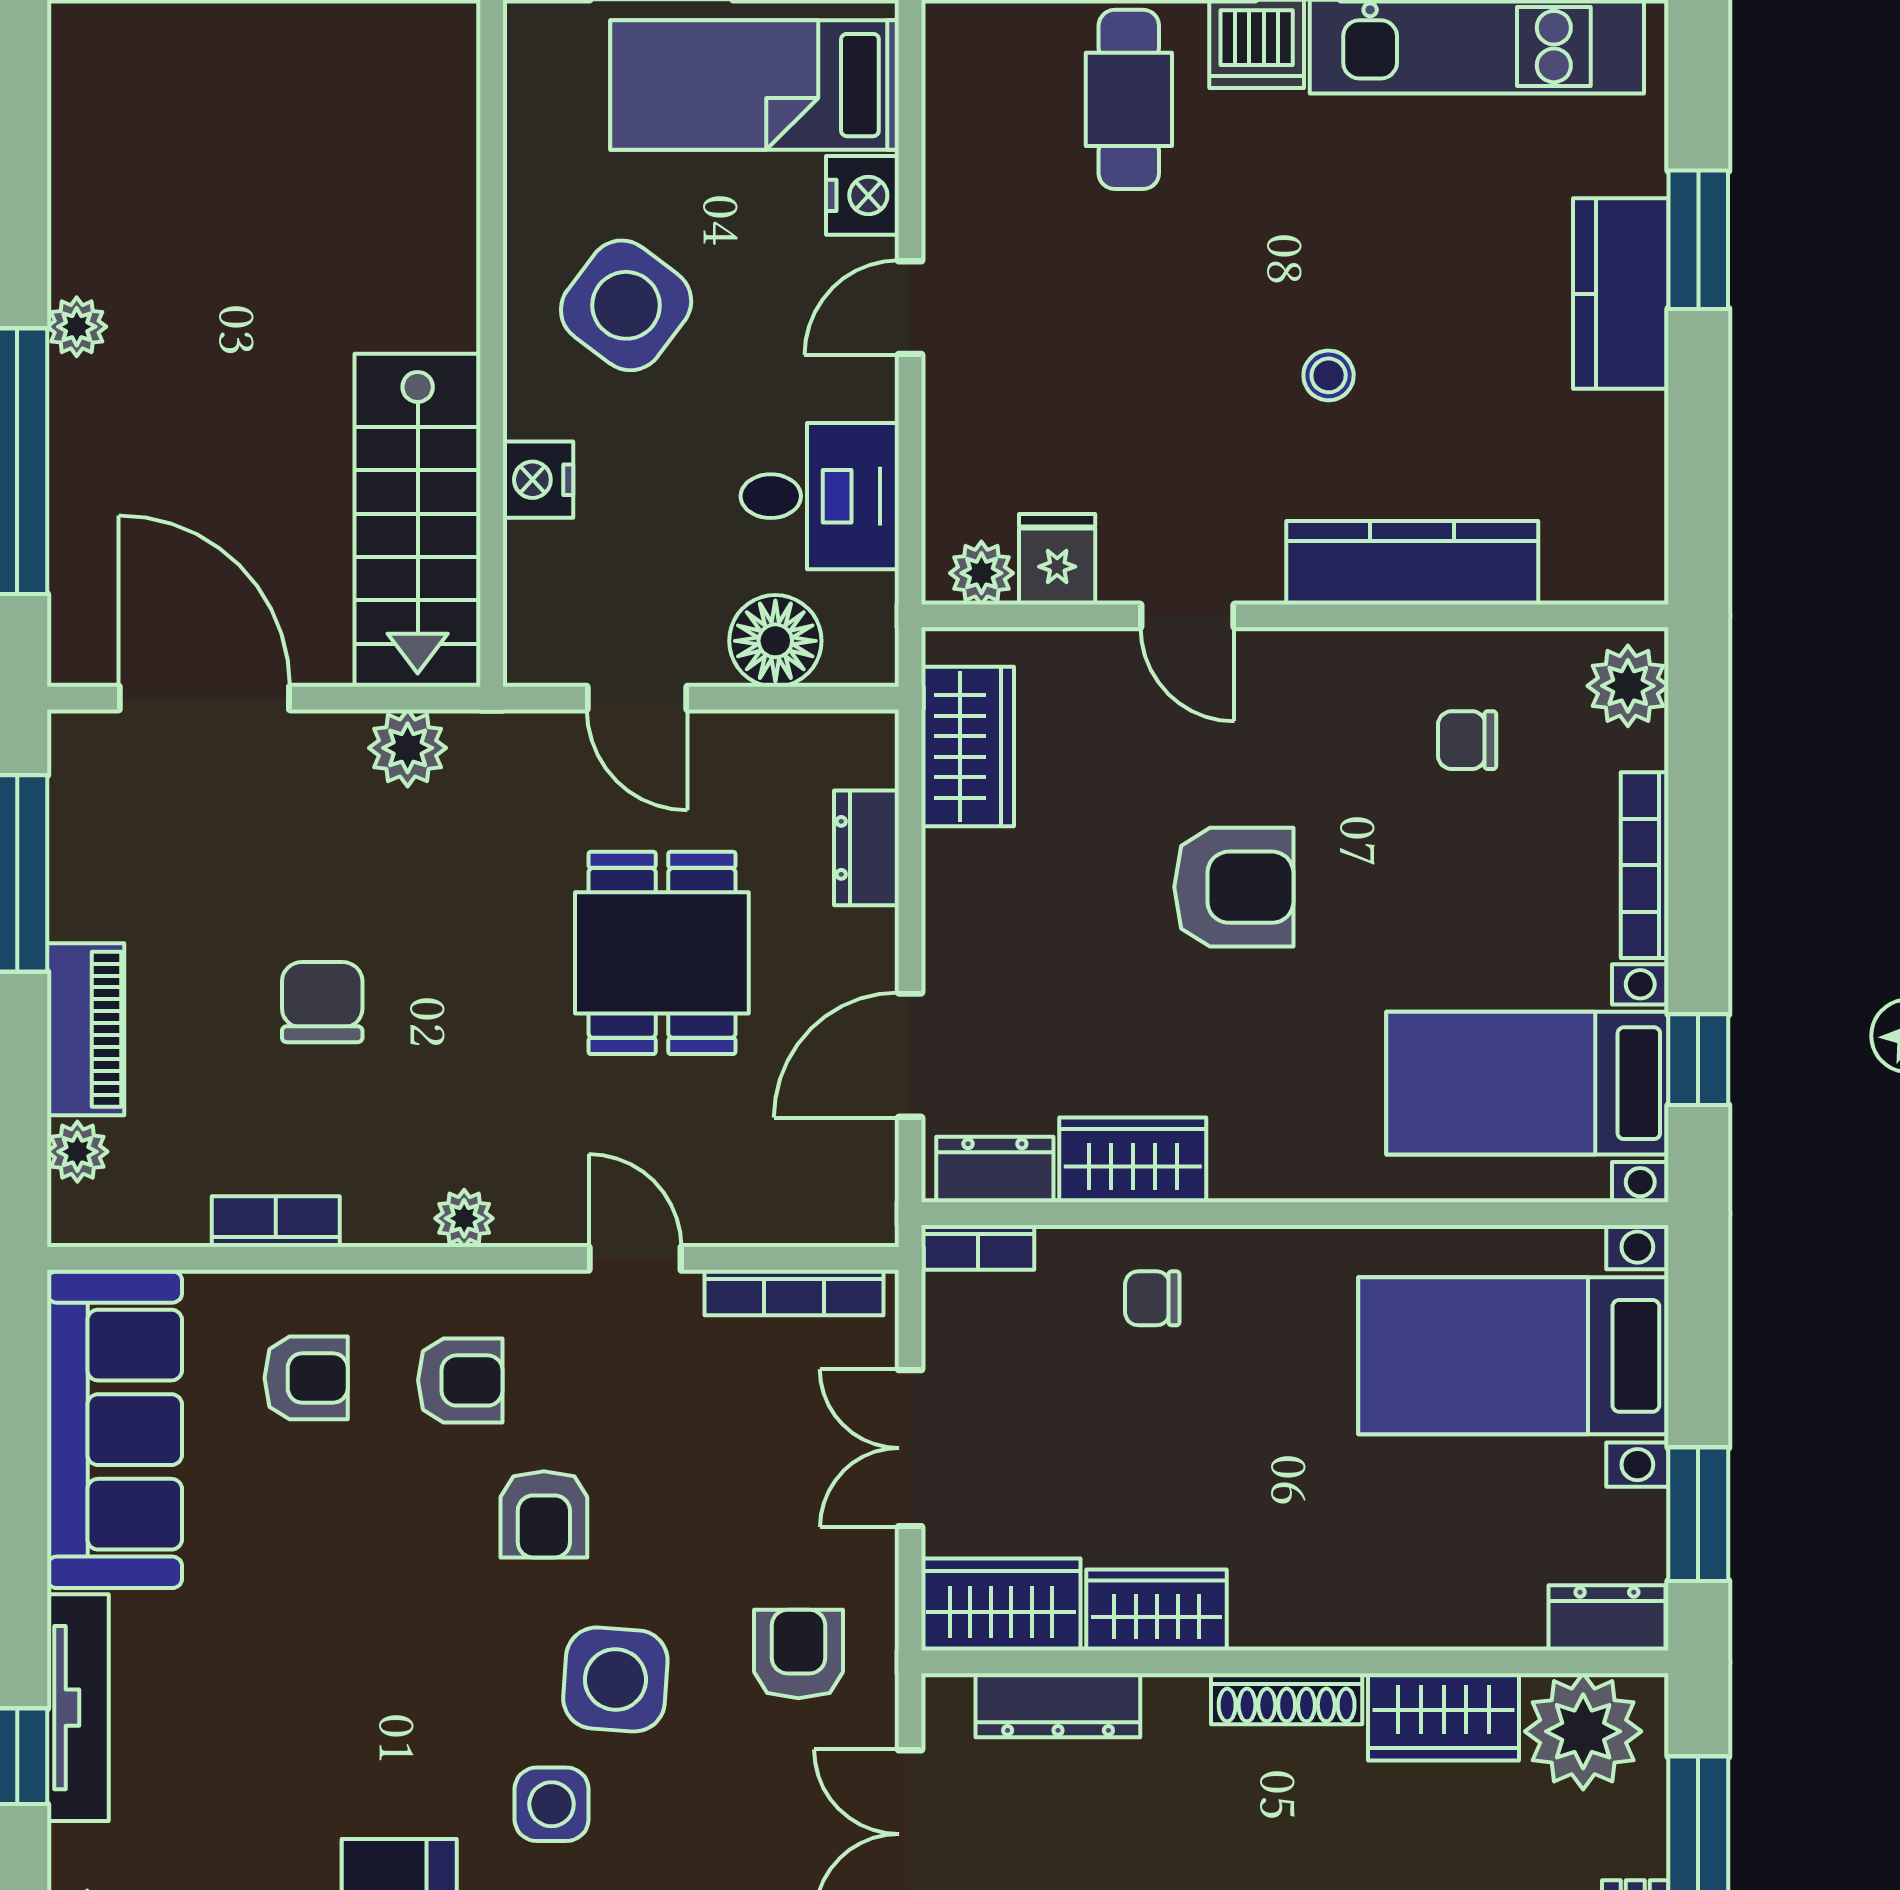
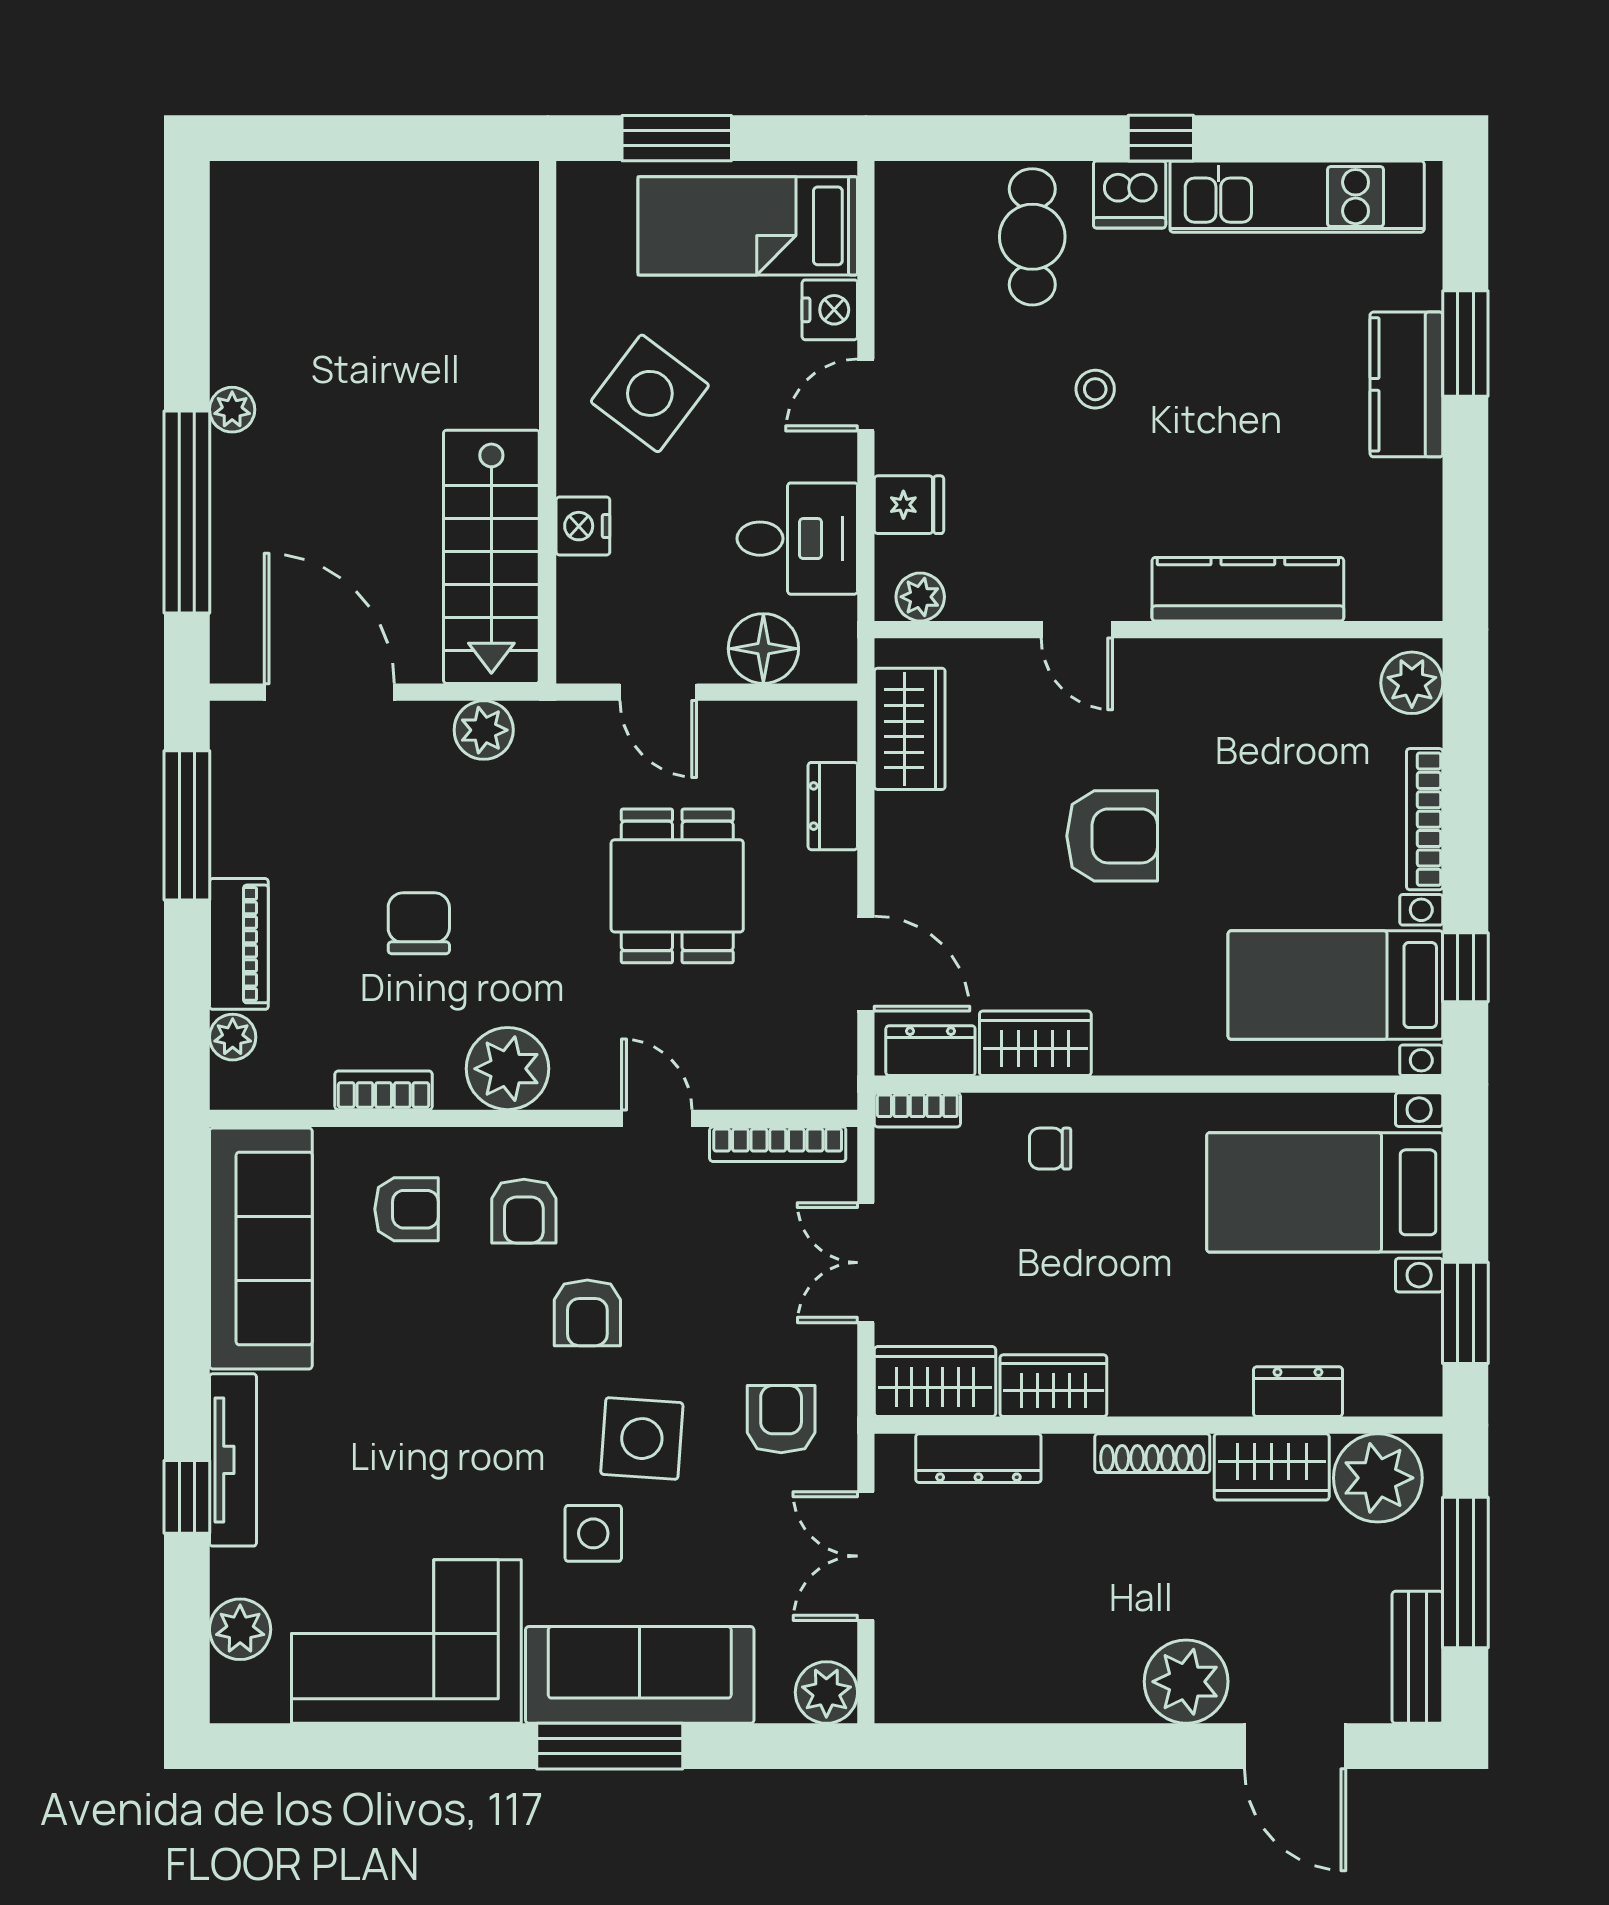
stool: (1329, 375) -> (1095, 389), moved
fridge: (1057, 559) -> (909, 505), moved, turned 90
chair: (1467, 740) -> (1290, 724), removed
door: (910, 1055) -> (866, 964), swing flipped
plant: (464, 1218) -> (508, 1069), width x1.88, depth x1.88
armchair: (460, 1380) -> (524, 1211), turned 90
dresser: (1607, 1618) -> (1298, 1392), moved

